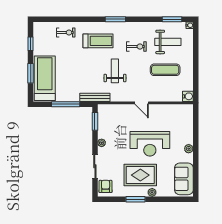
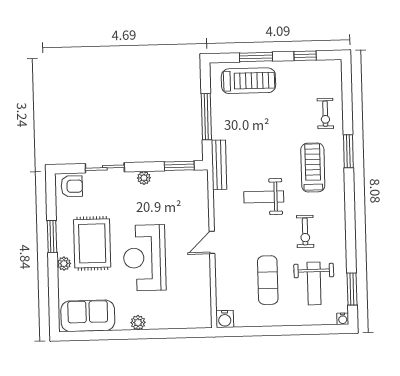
window: (115, 19) -> (348, 151), moved
treadmill: (98, 41) -> (313, 167), turned 180
weight bench: (115, 71) -> (264, 197), turned 180
treadmill: (45, 78) -> (248, 81), width x0.73, depth x0.73

